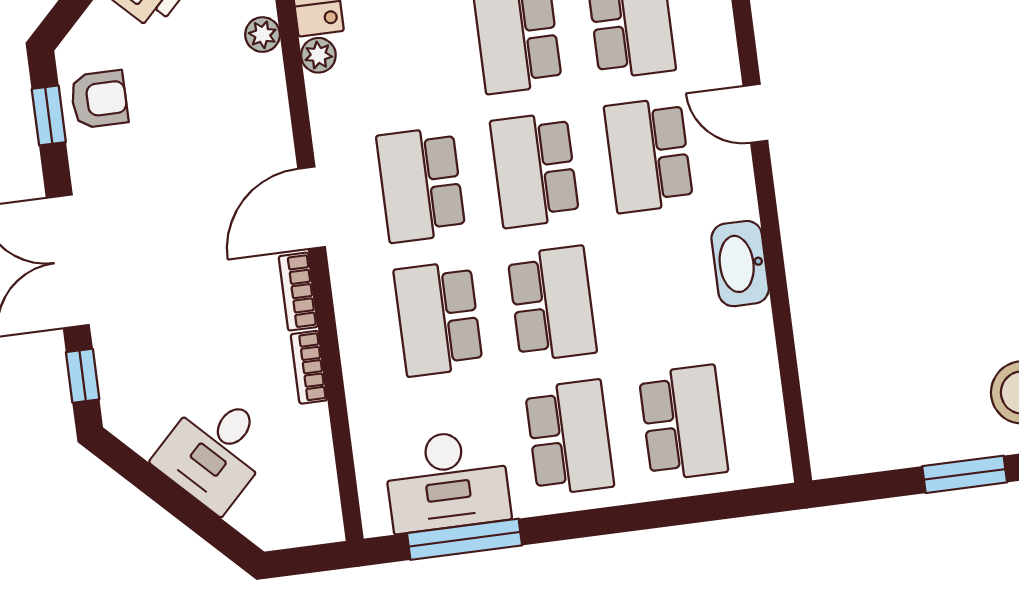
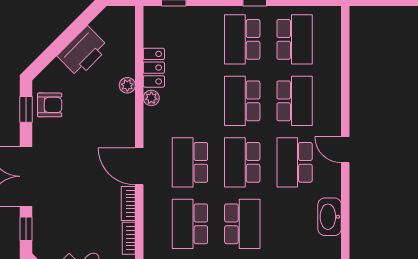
door: (312, 208) -> (139, 166), hinge flipped

